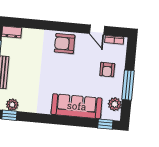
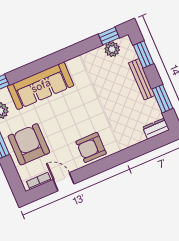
armchair: (65, 44) -> (91, 147), turned 180
armchair: (107, 70) -> (29, 144), width x1.88, depth x1.88

